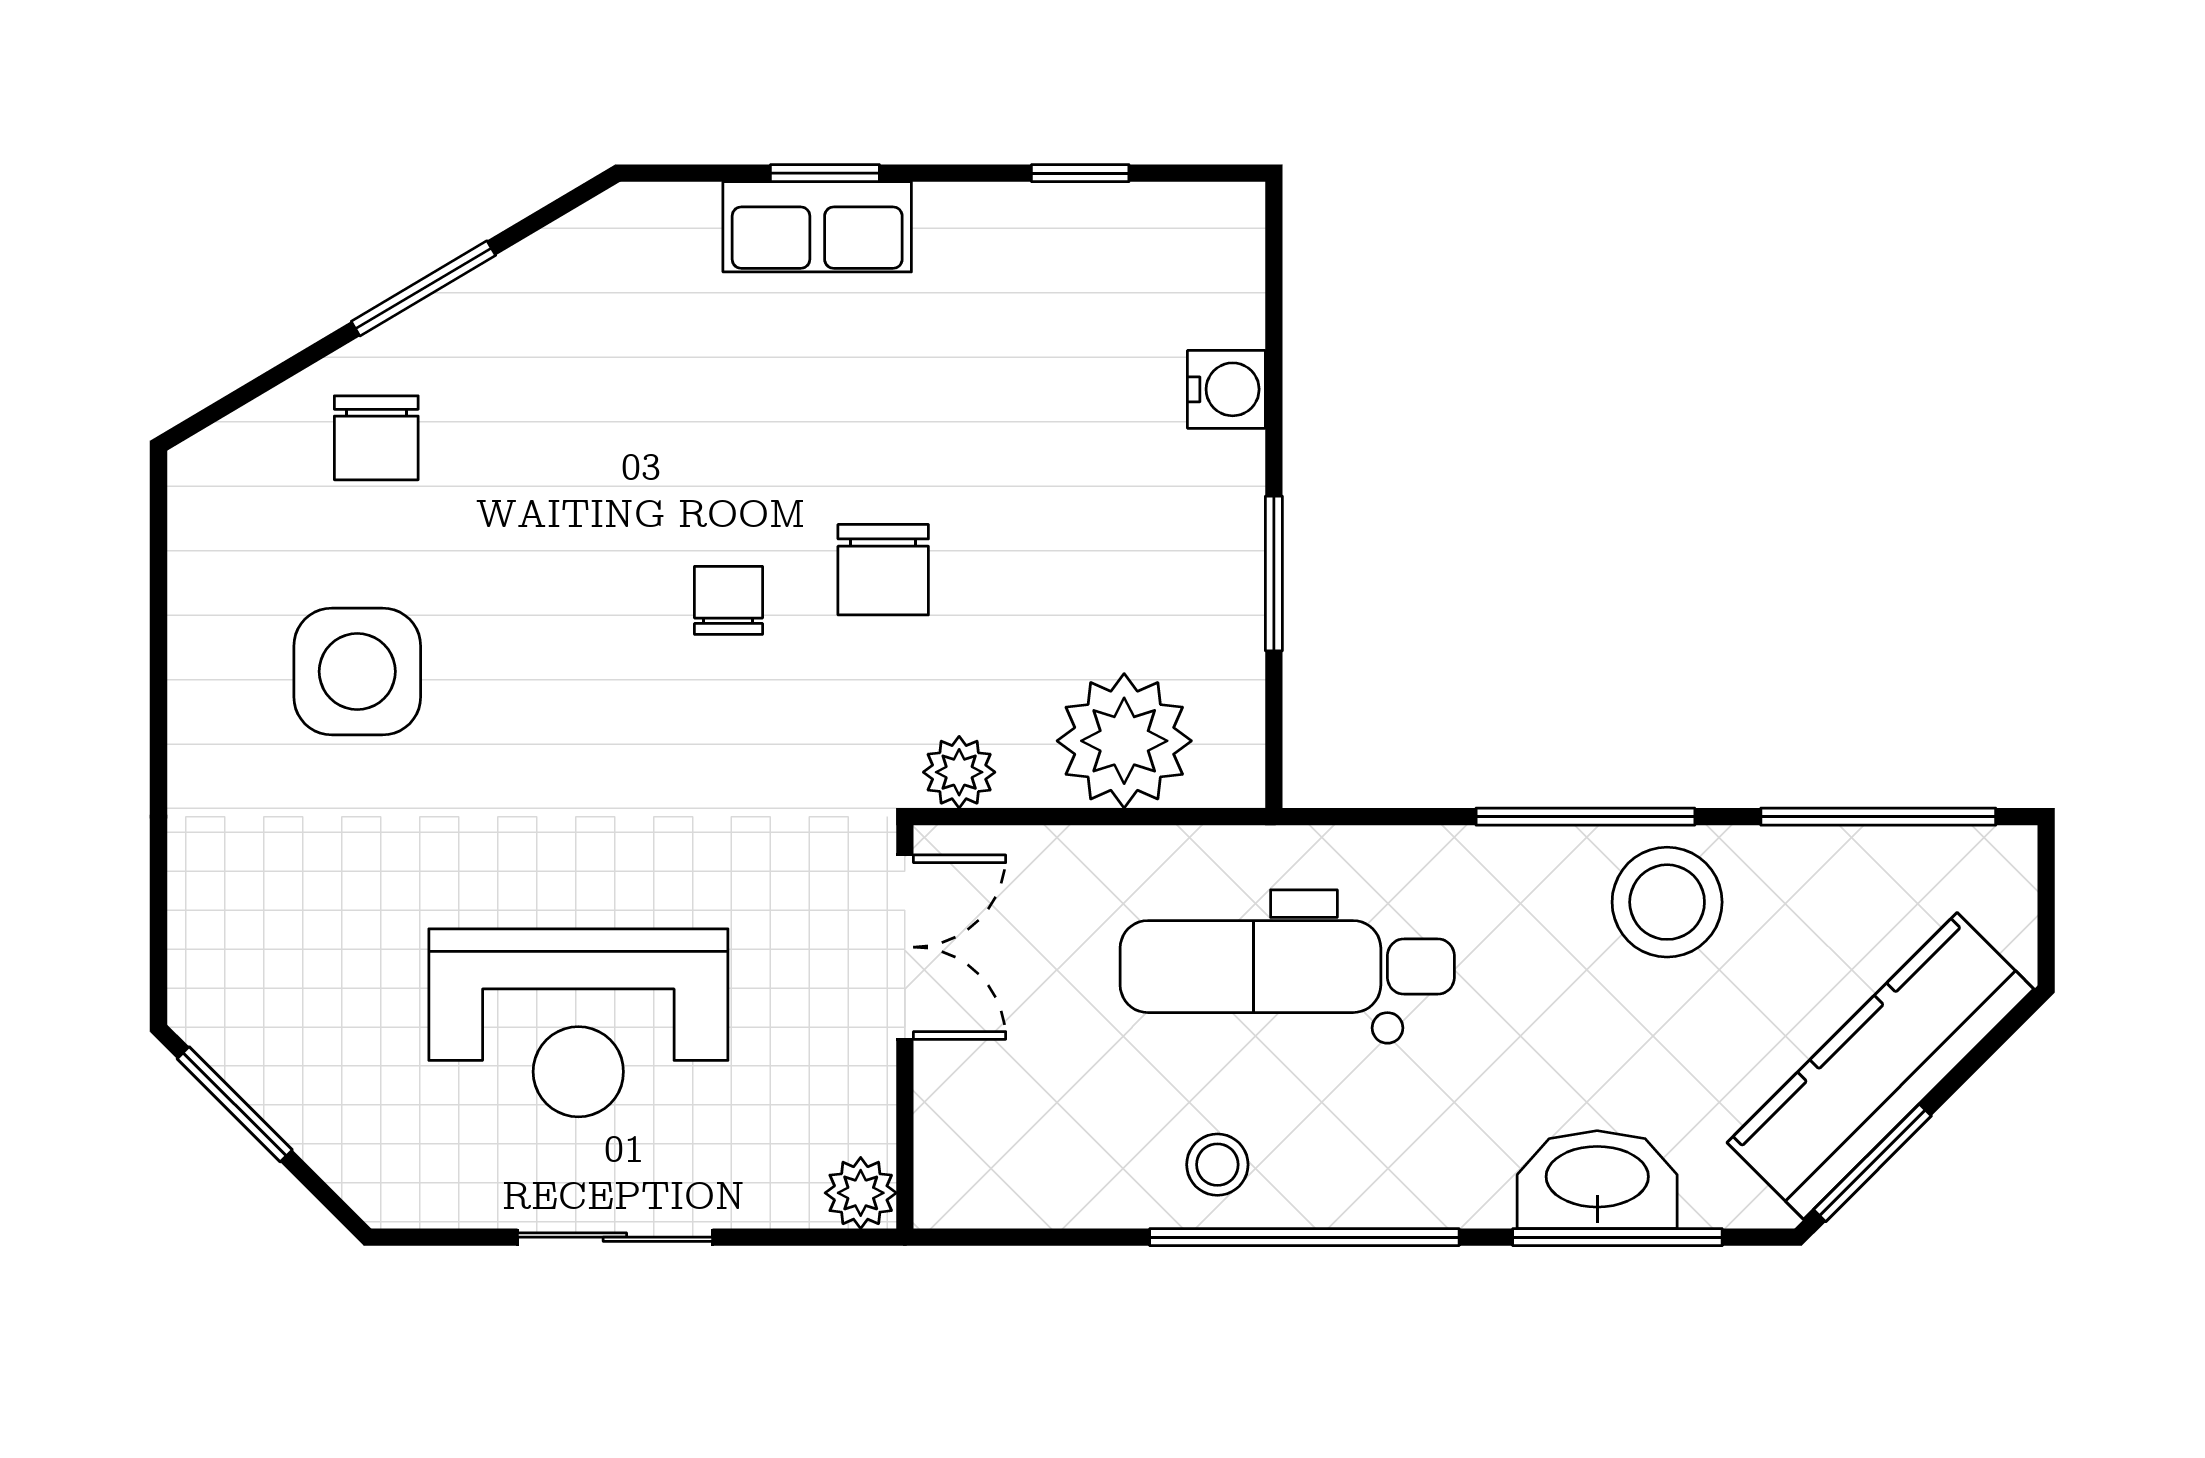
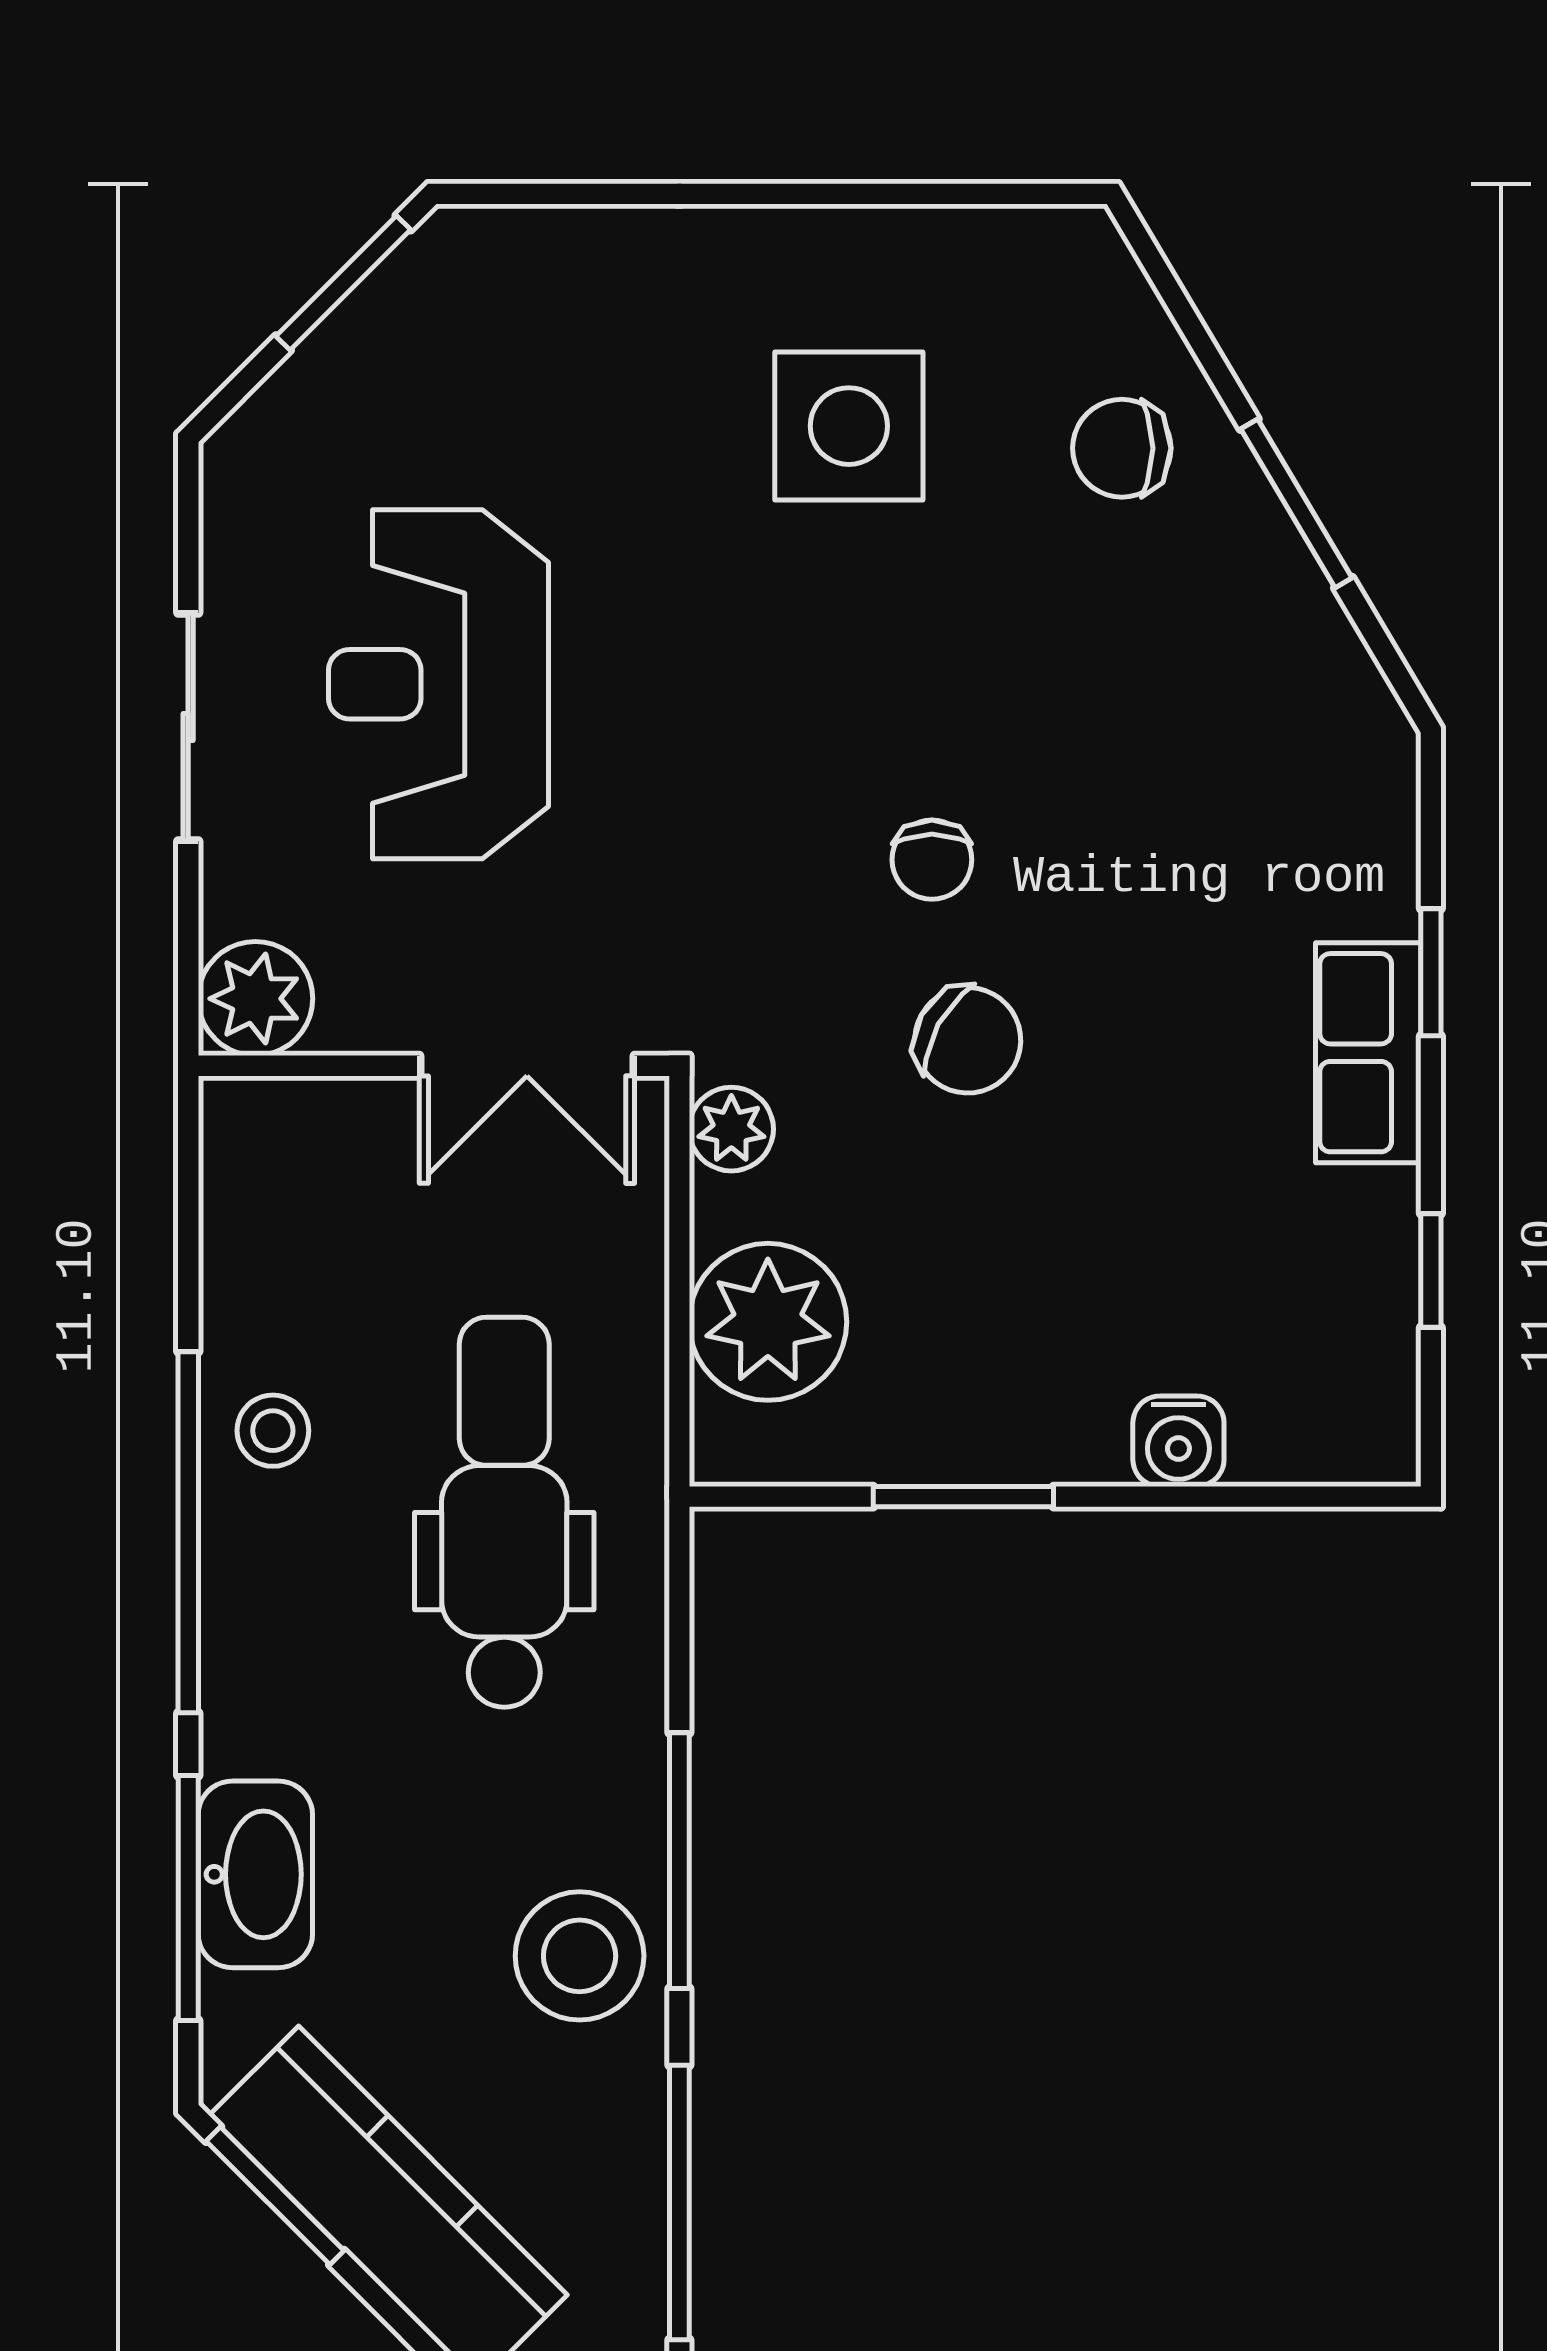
row of seats: (817, 227) -> (1368, 1053), moved
chair: (883, 570) -> (968, 1040), turned -151
chair: (728, 600) -> (932, 860), turned 90
plant: (861, 1193) -> (255, 999), width x1.38, depth x1.38

